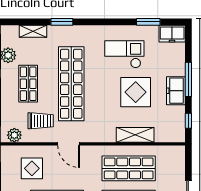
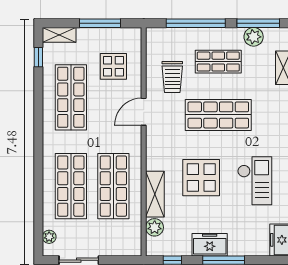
shop shelf: (71, 84) -> (218, 115), width x0.71
display table: (136, 92) -> (201, 178), moved
plant: (14, 135) -> (155, 227), moved

